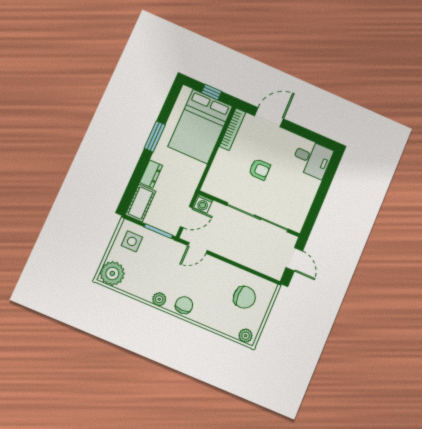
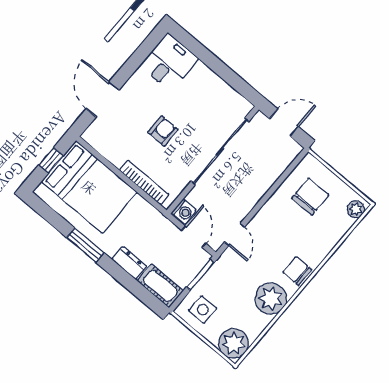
bookcase: (233, 129) -> (144, 183), moved
plant: (159, 299) -> (271, 299), width x1.87, depth x1.87

